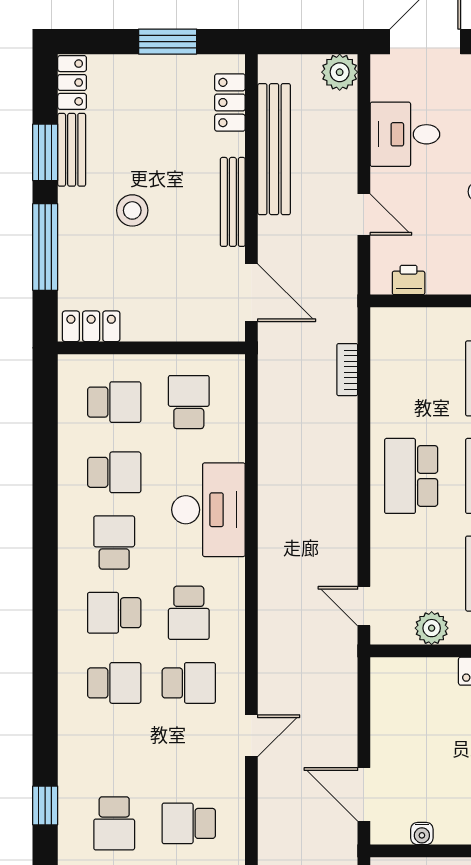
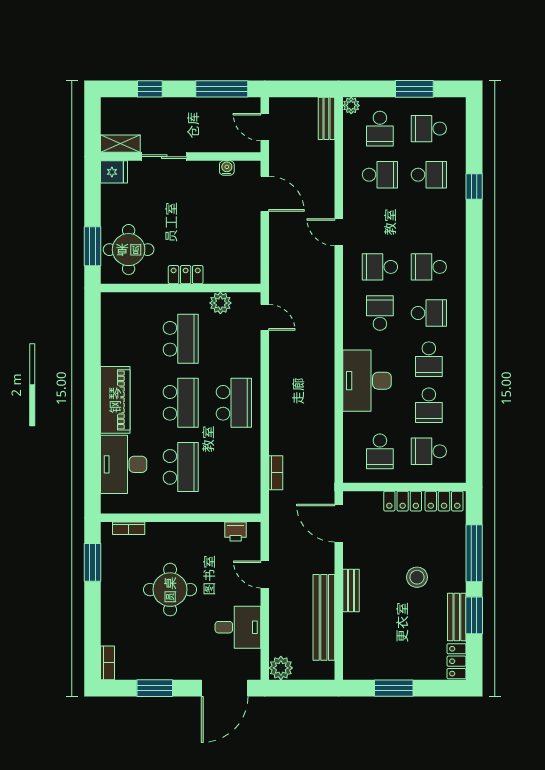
locker: (230, 103) -> (403, 501), moved, turned 90
bench: (233, 202) -> (351, 591), width x0.73
school desk: (114, 472) -> (429, 405), turned -90
door: (251, 736) -> (339, 232), hinge flipped
school desk: (114, 823) -> (429, 175), turned 90

